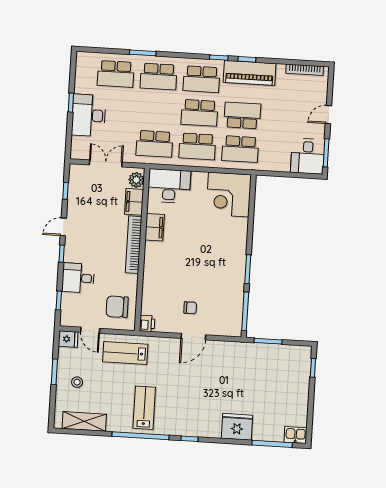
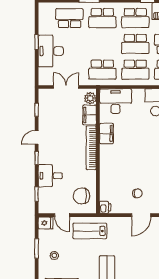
school desk: (116, 74) -> (69, 18), turned 180

